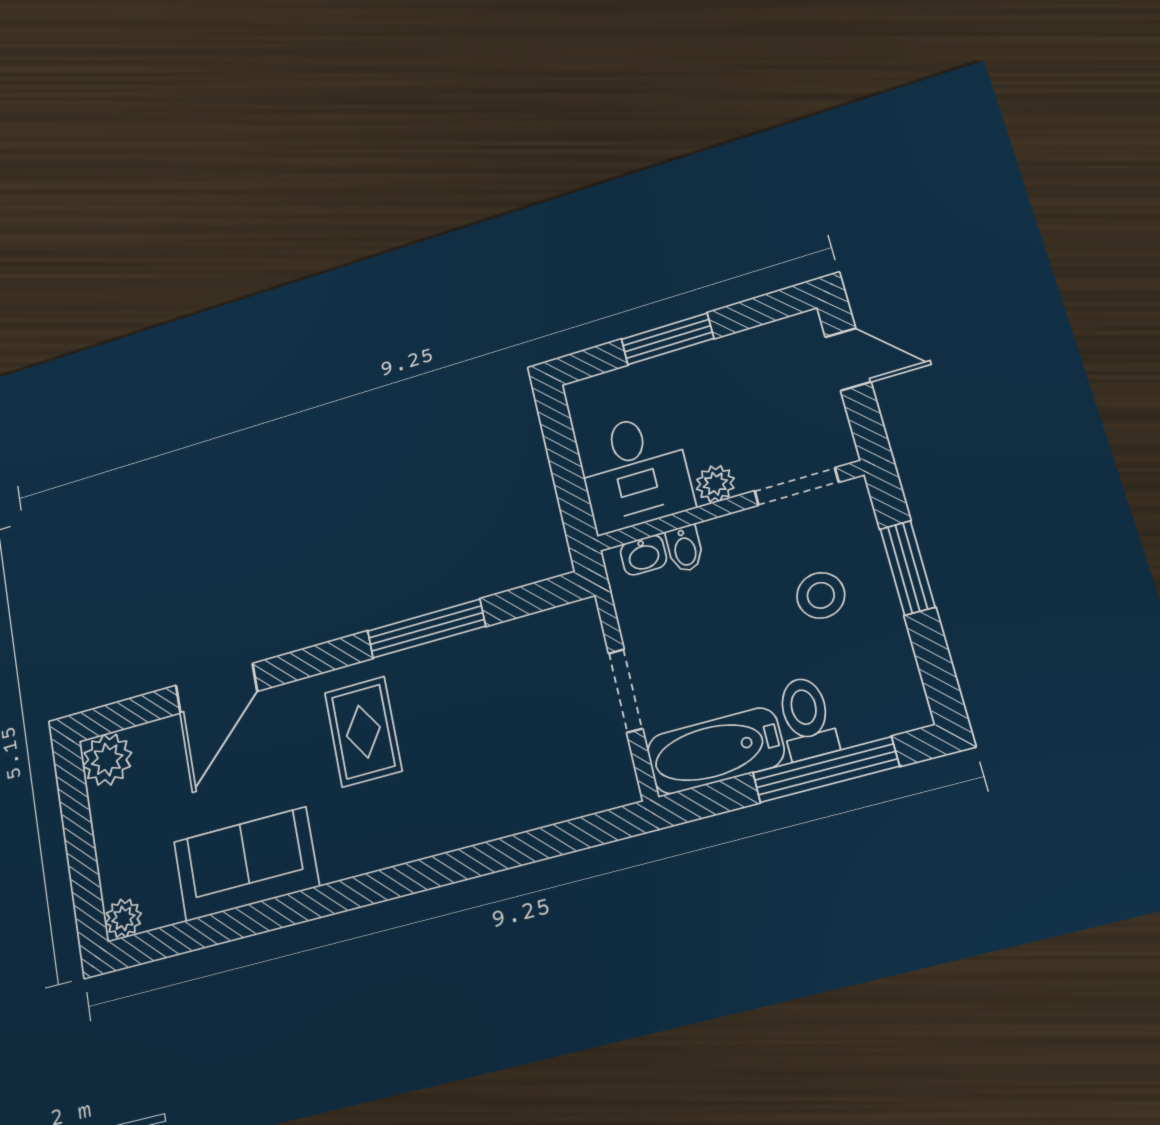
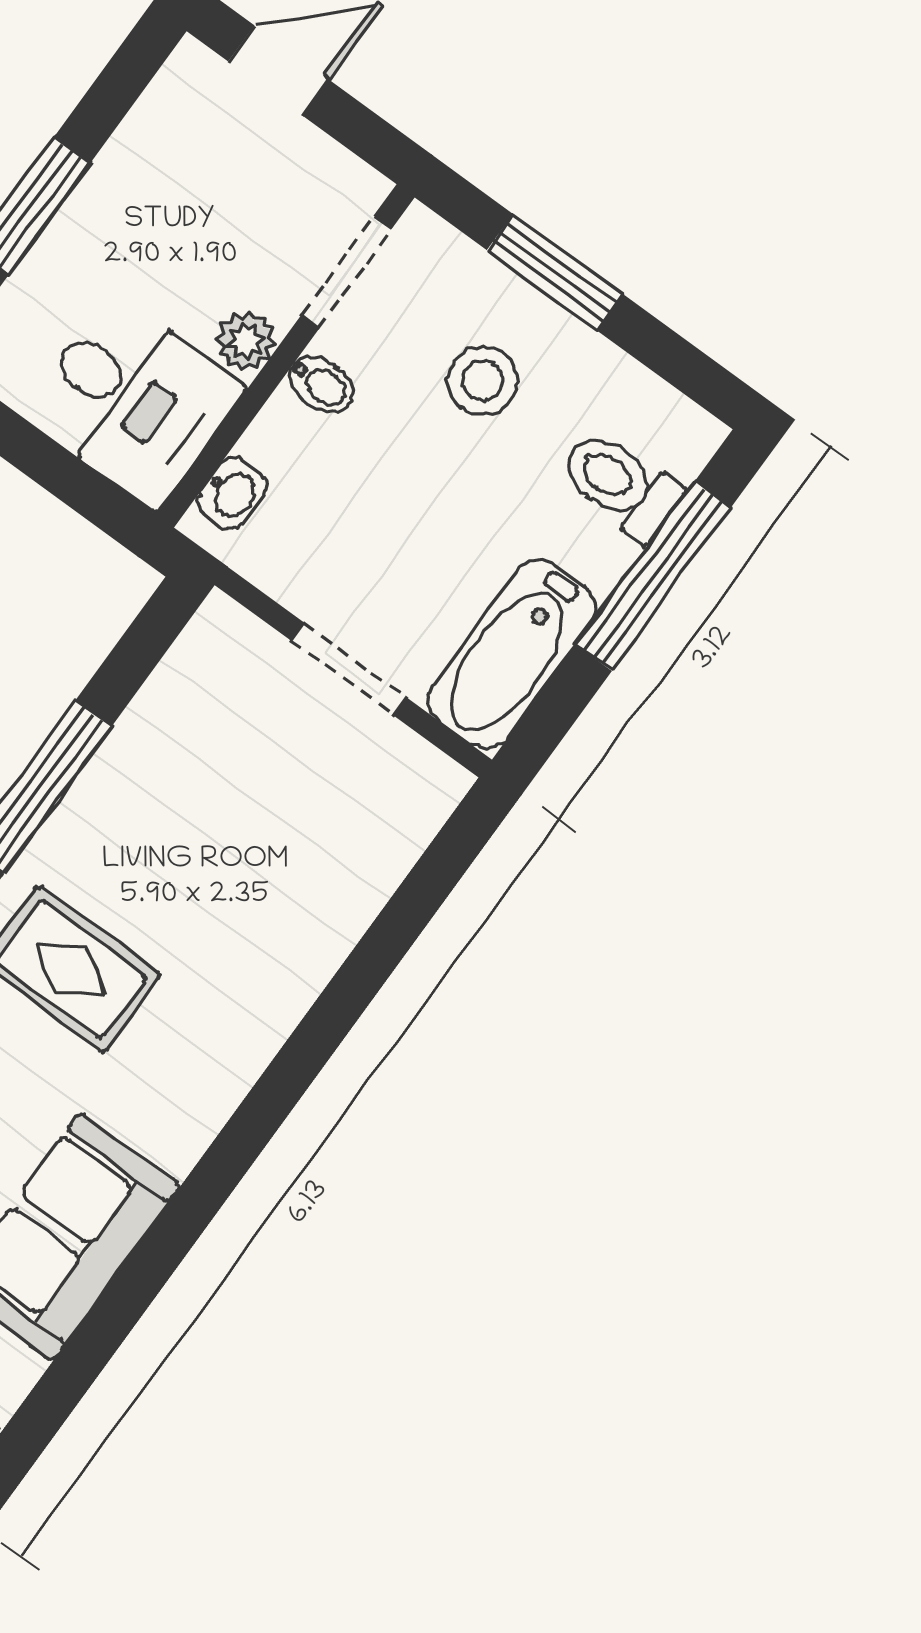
bidet: (685, 549) -> (321, 385), moved
toilet: (806, 718) -> (620, 484), moved

